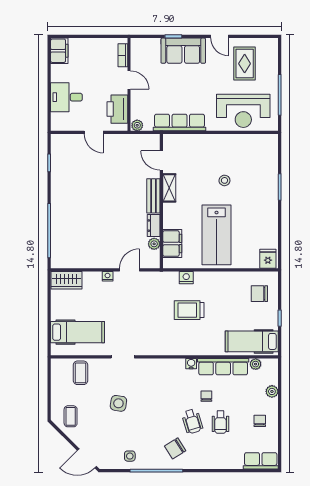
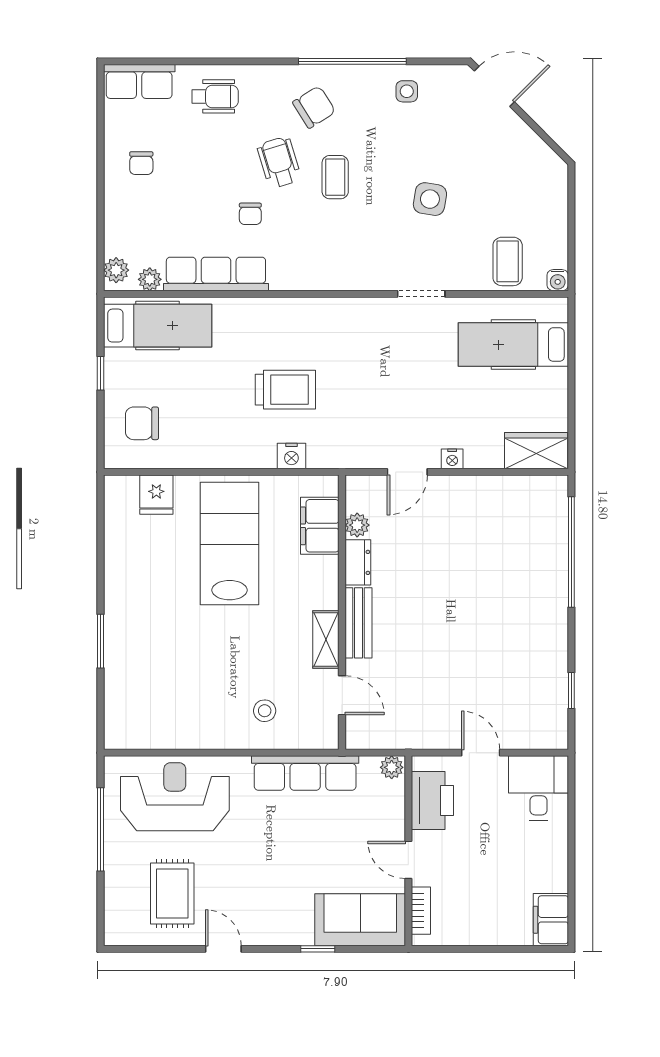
sofa: (183, 51) -> (360, 920), moved
desk: (66, 97) -> (539, 788), moved, turned -90
stool: (224, 180) -> (265, 711), moved
fridge: (268, 259) -> (156, 495), moved
chair: (259, 294) -> (142, 423), turned 180
water cooler: (191, 364) -> (558, 280), moved
plant: (272, 391) -> (116, 270), moved
coffee table: (71, 416) -> (335, 177), moved
wheelchair: (220, 422) -> (215, 96), moved, turned 90

